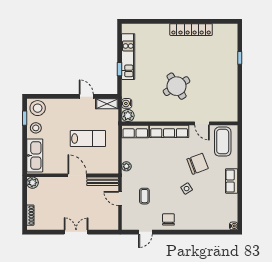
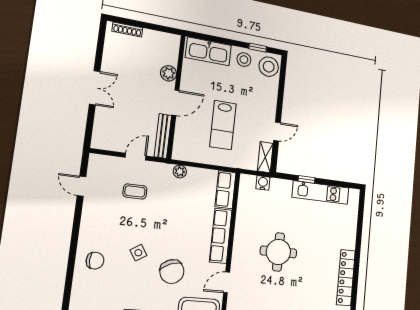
round table: (177, 86) -> (278, 252), turned 31
plant: (128, 116) -> (247, 182), removed
plant: (33, 183) -> (168, 73), moved
chair: (168, 219) -> (95, 261), moved

